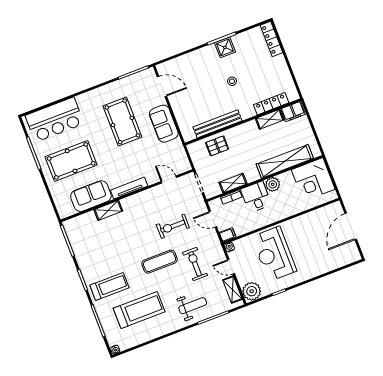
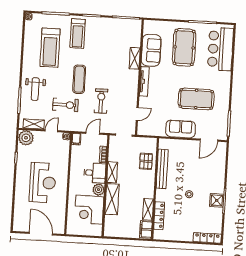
shelving: (285, 161) -> (112, 199), width x0.68
corner desk: (313, 179) -> (89, 210), moved, turned -90
shelving: (233, 183) -> (112, 172), moved
reception desk: (274, 254) -> (43, 183), moved, turned 90

